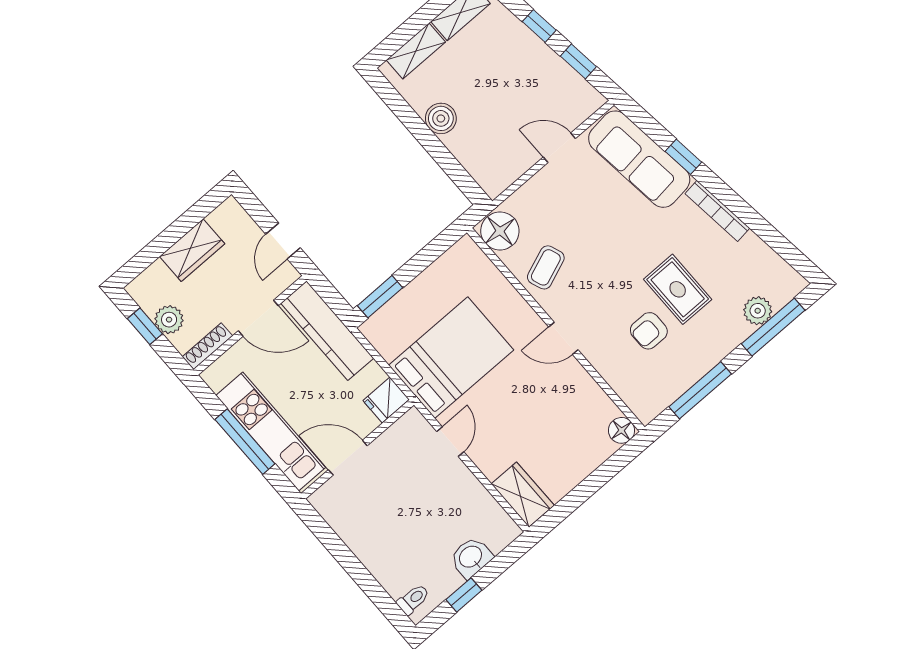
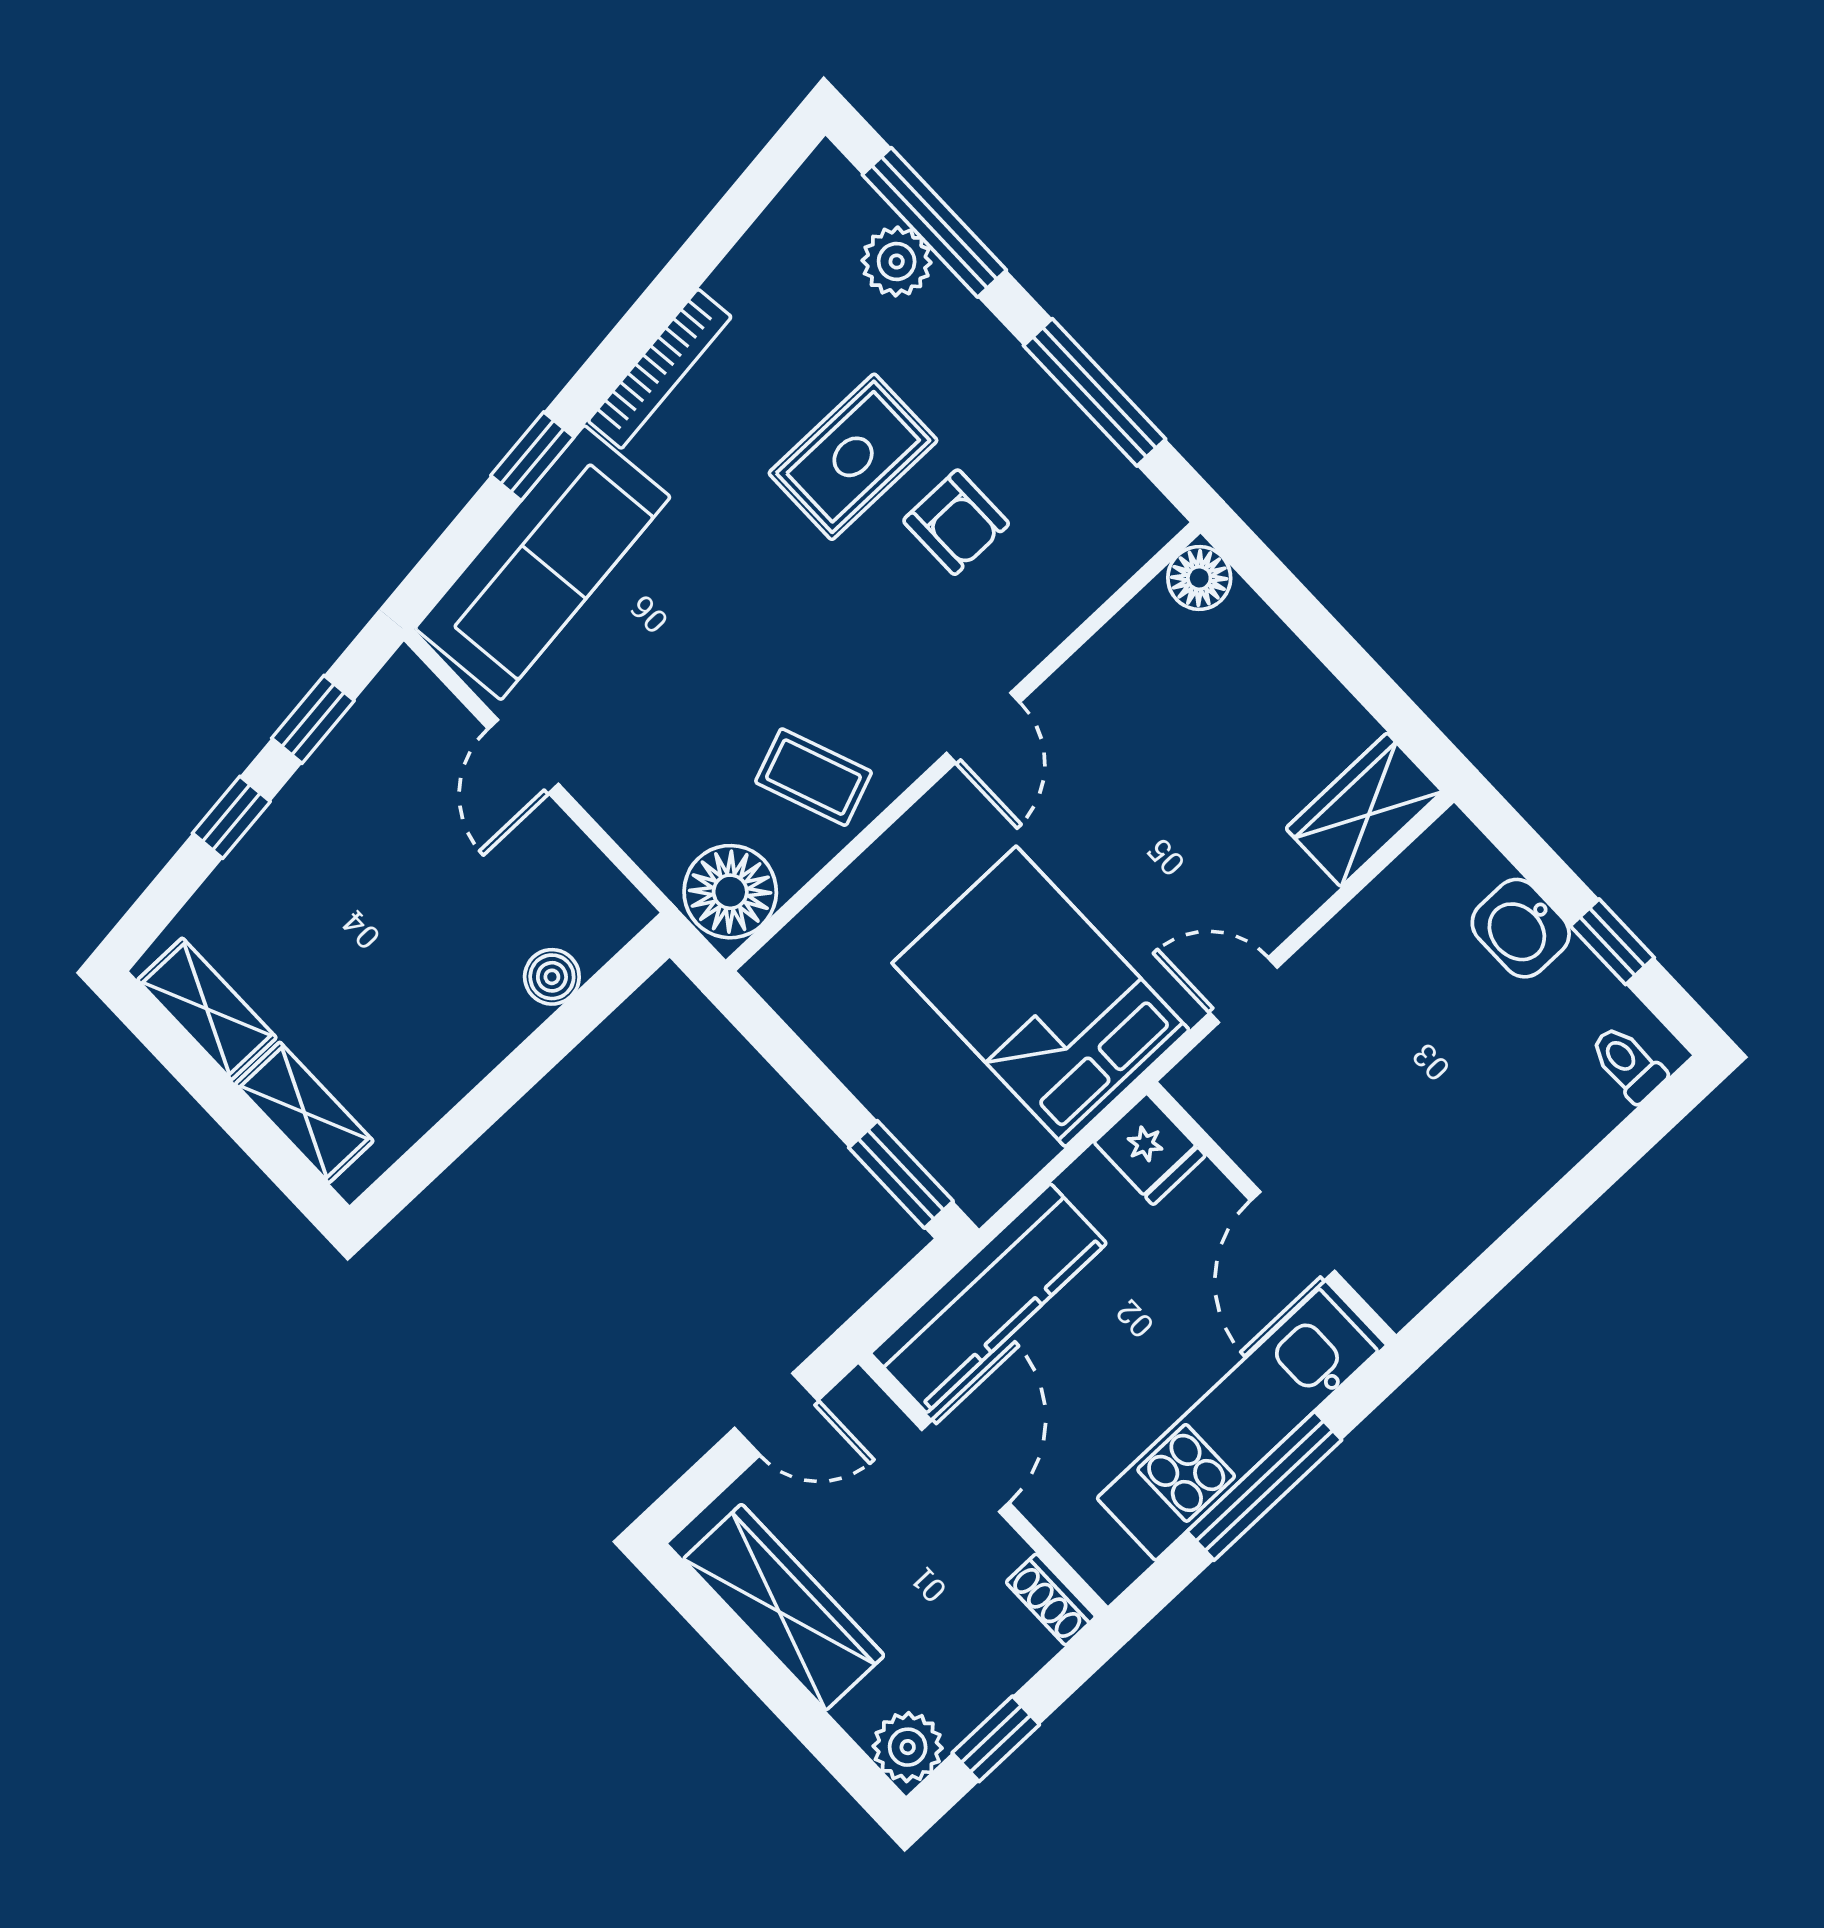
boiler: (441, 118) -> (552, 977), moved, width x0.73, depth x0.73
wardrobe: (192, 250) -> (784, 1607), width x1.50
plant: (169, 320) -> (908, 1747), moved
shoe rack: (207, 346) -> (1051, 1599), width x0.70

